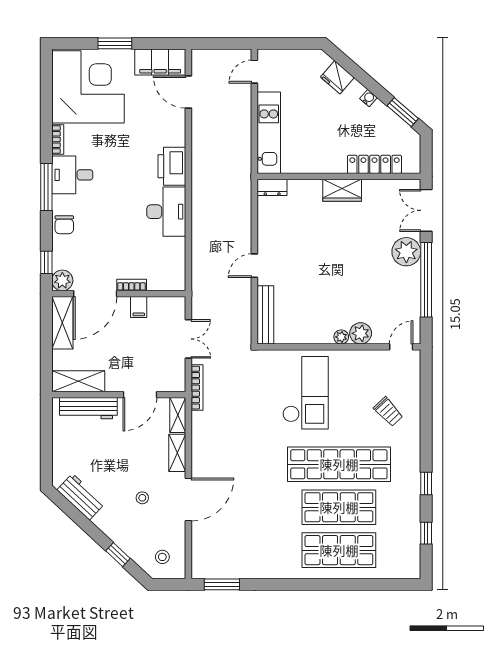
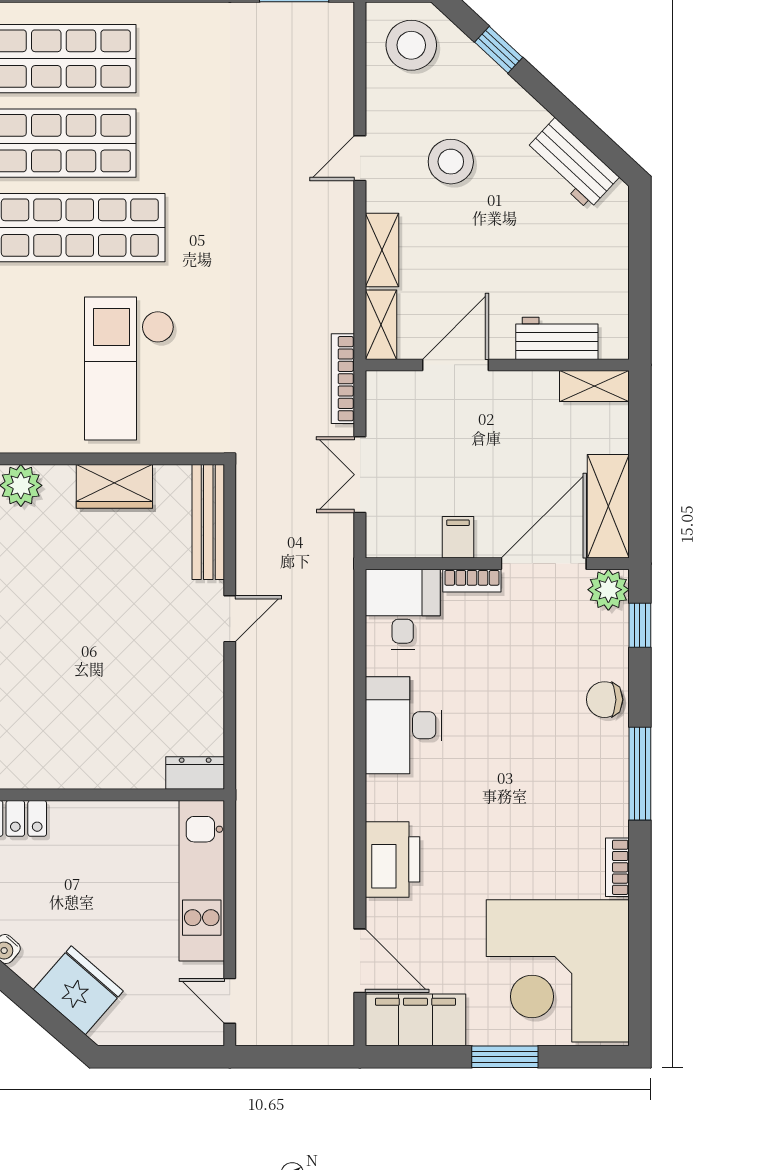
door: (254, 72) -> (230, 1001), swing flipped
fridge: (337, 77) -> (78, 990), width x1.36, depth x1.34
printer: (172, 166) -> (393, 859), moved
desk: (72, 175) -> (403, 609), moved, turned -90
wardrobe: (342, 190) -> (114, 486), moved, turned 180
chair: (64, 225) -> (605, 700), turned -90
plant: (341, 337) -> (59, 478), removed
shelving: (78, 381) -> (594, 386), width x0.67, depth x0.75
workbench: (88, 408) -> (557, 338), width x0.73
stool: (142, 498) -> (451, 162), width x1.89, depth x1.89
door: (188, 500) -> (360, 158), width x0.53
stool: (162, 557) -> (411, 45), width x1.89, depth x1.89

